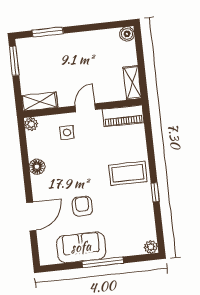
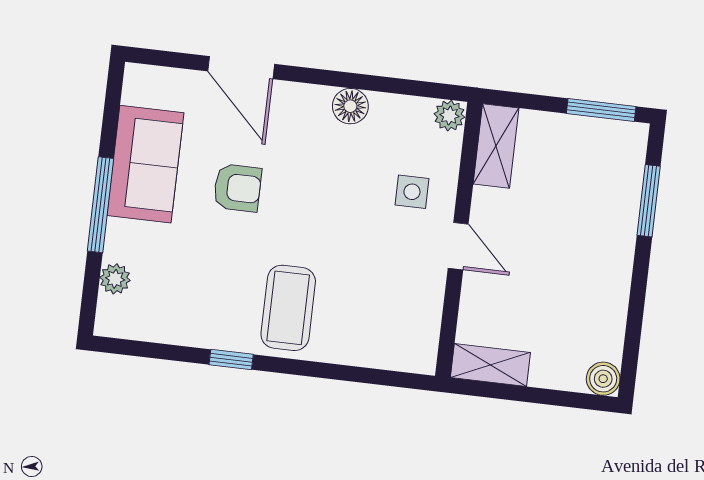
piano: (123, 116) -> (420, 327), removed
plant: (151, 247) -> (115, 279), moved

